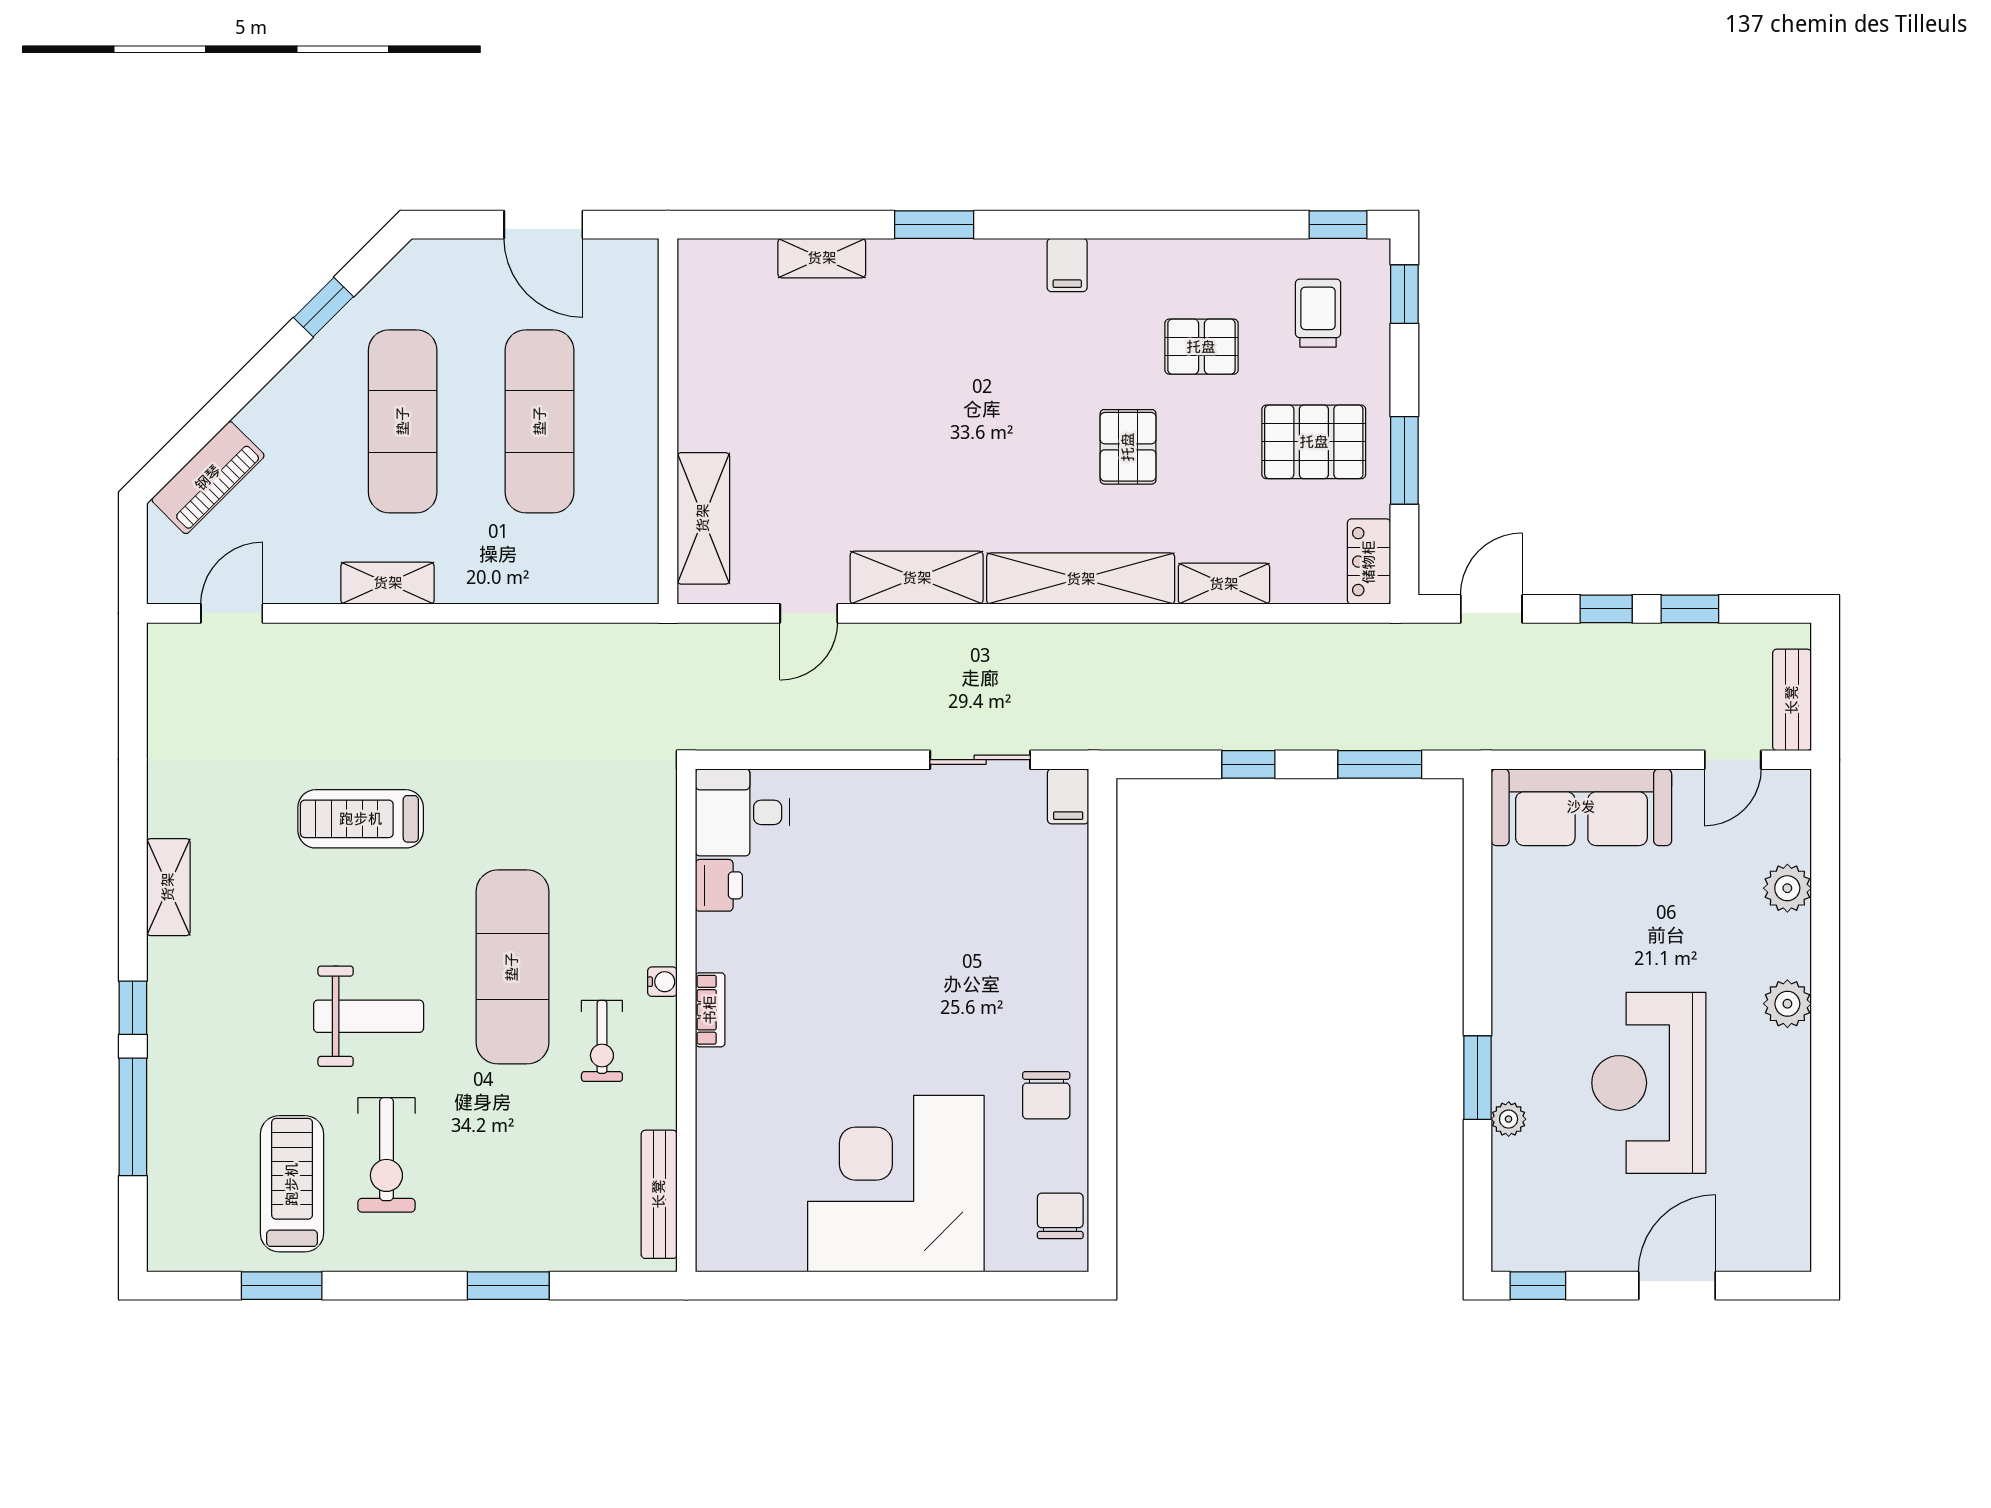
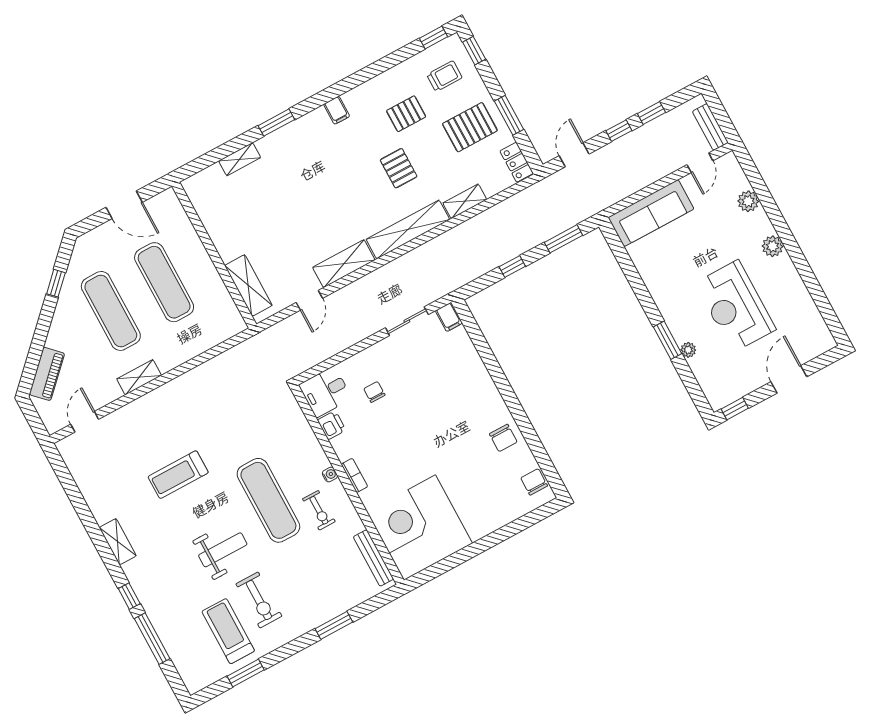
trolley: (1318, 313) -> (444, 76), turned 90
chair: (839, 865) -> (374, 392), added
corner desk: (896, 1184) -> (420, 528), moved

